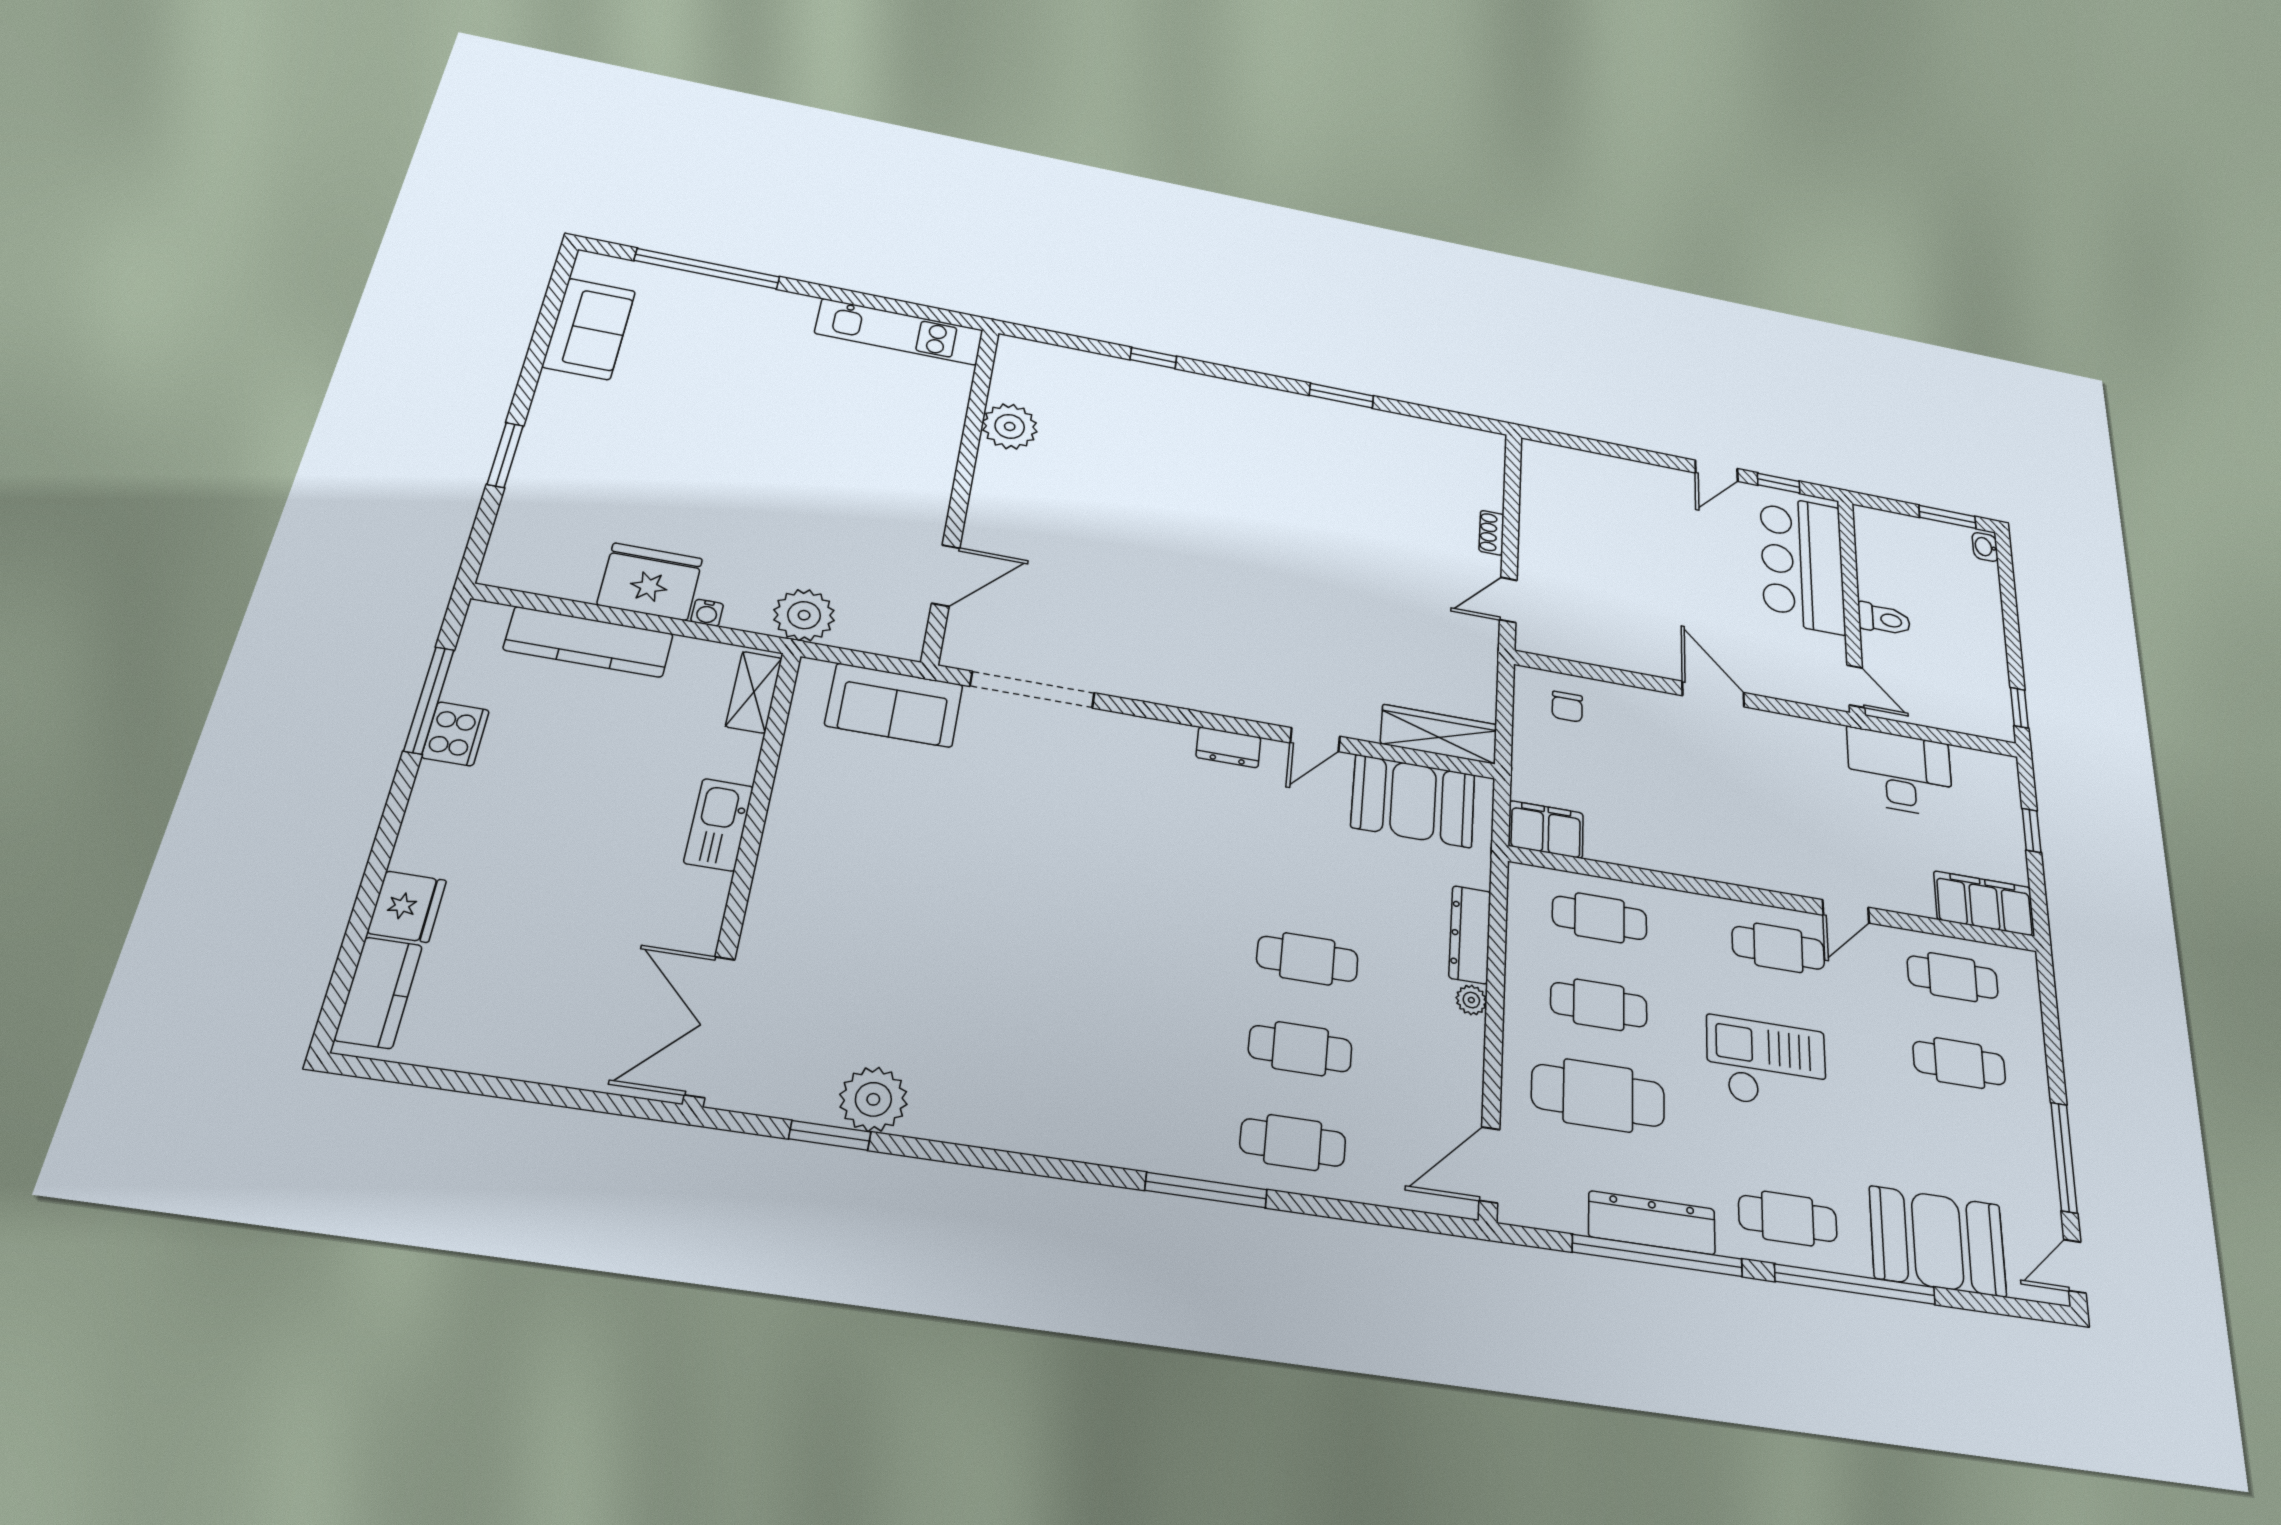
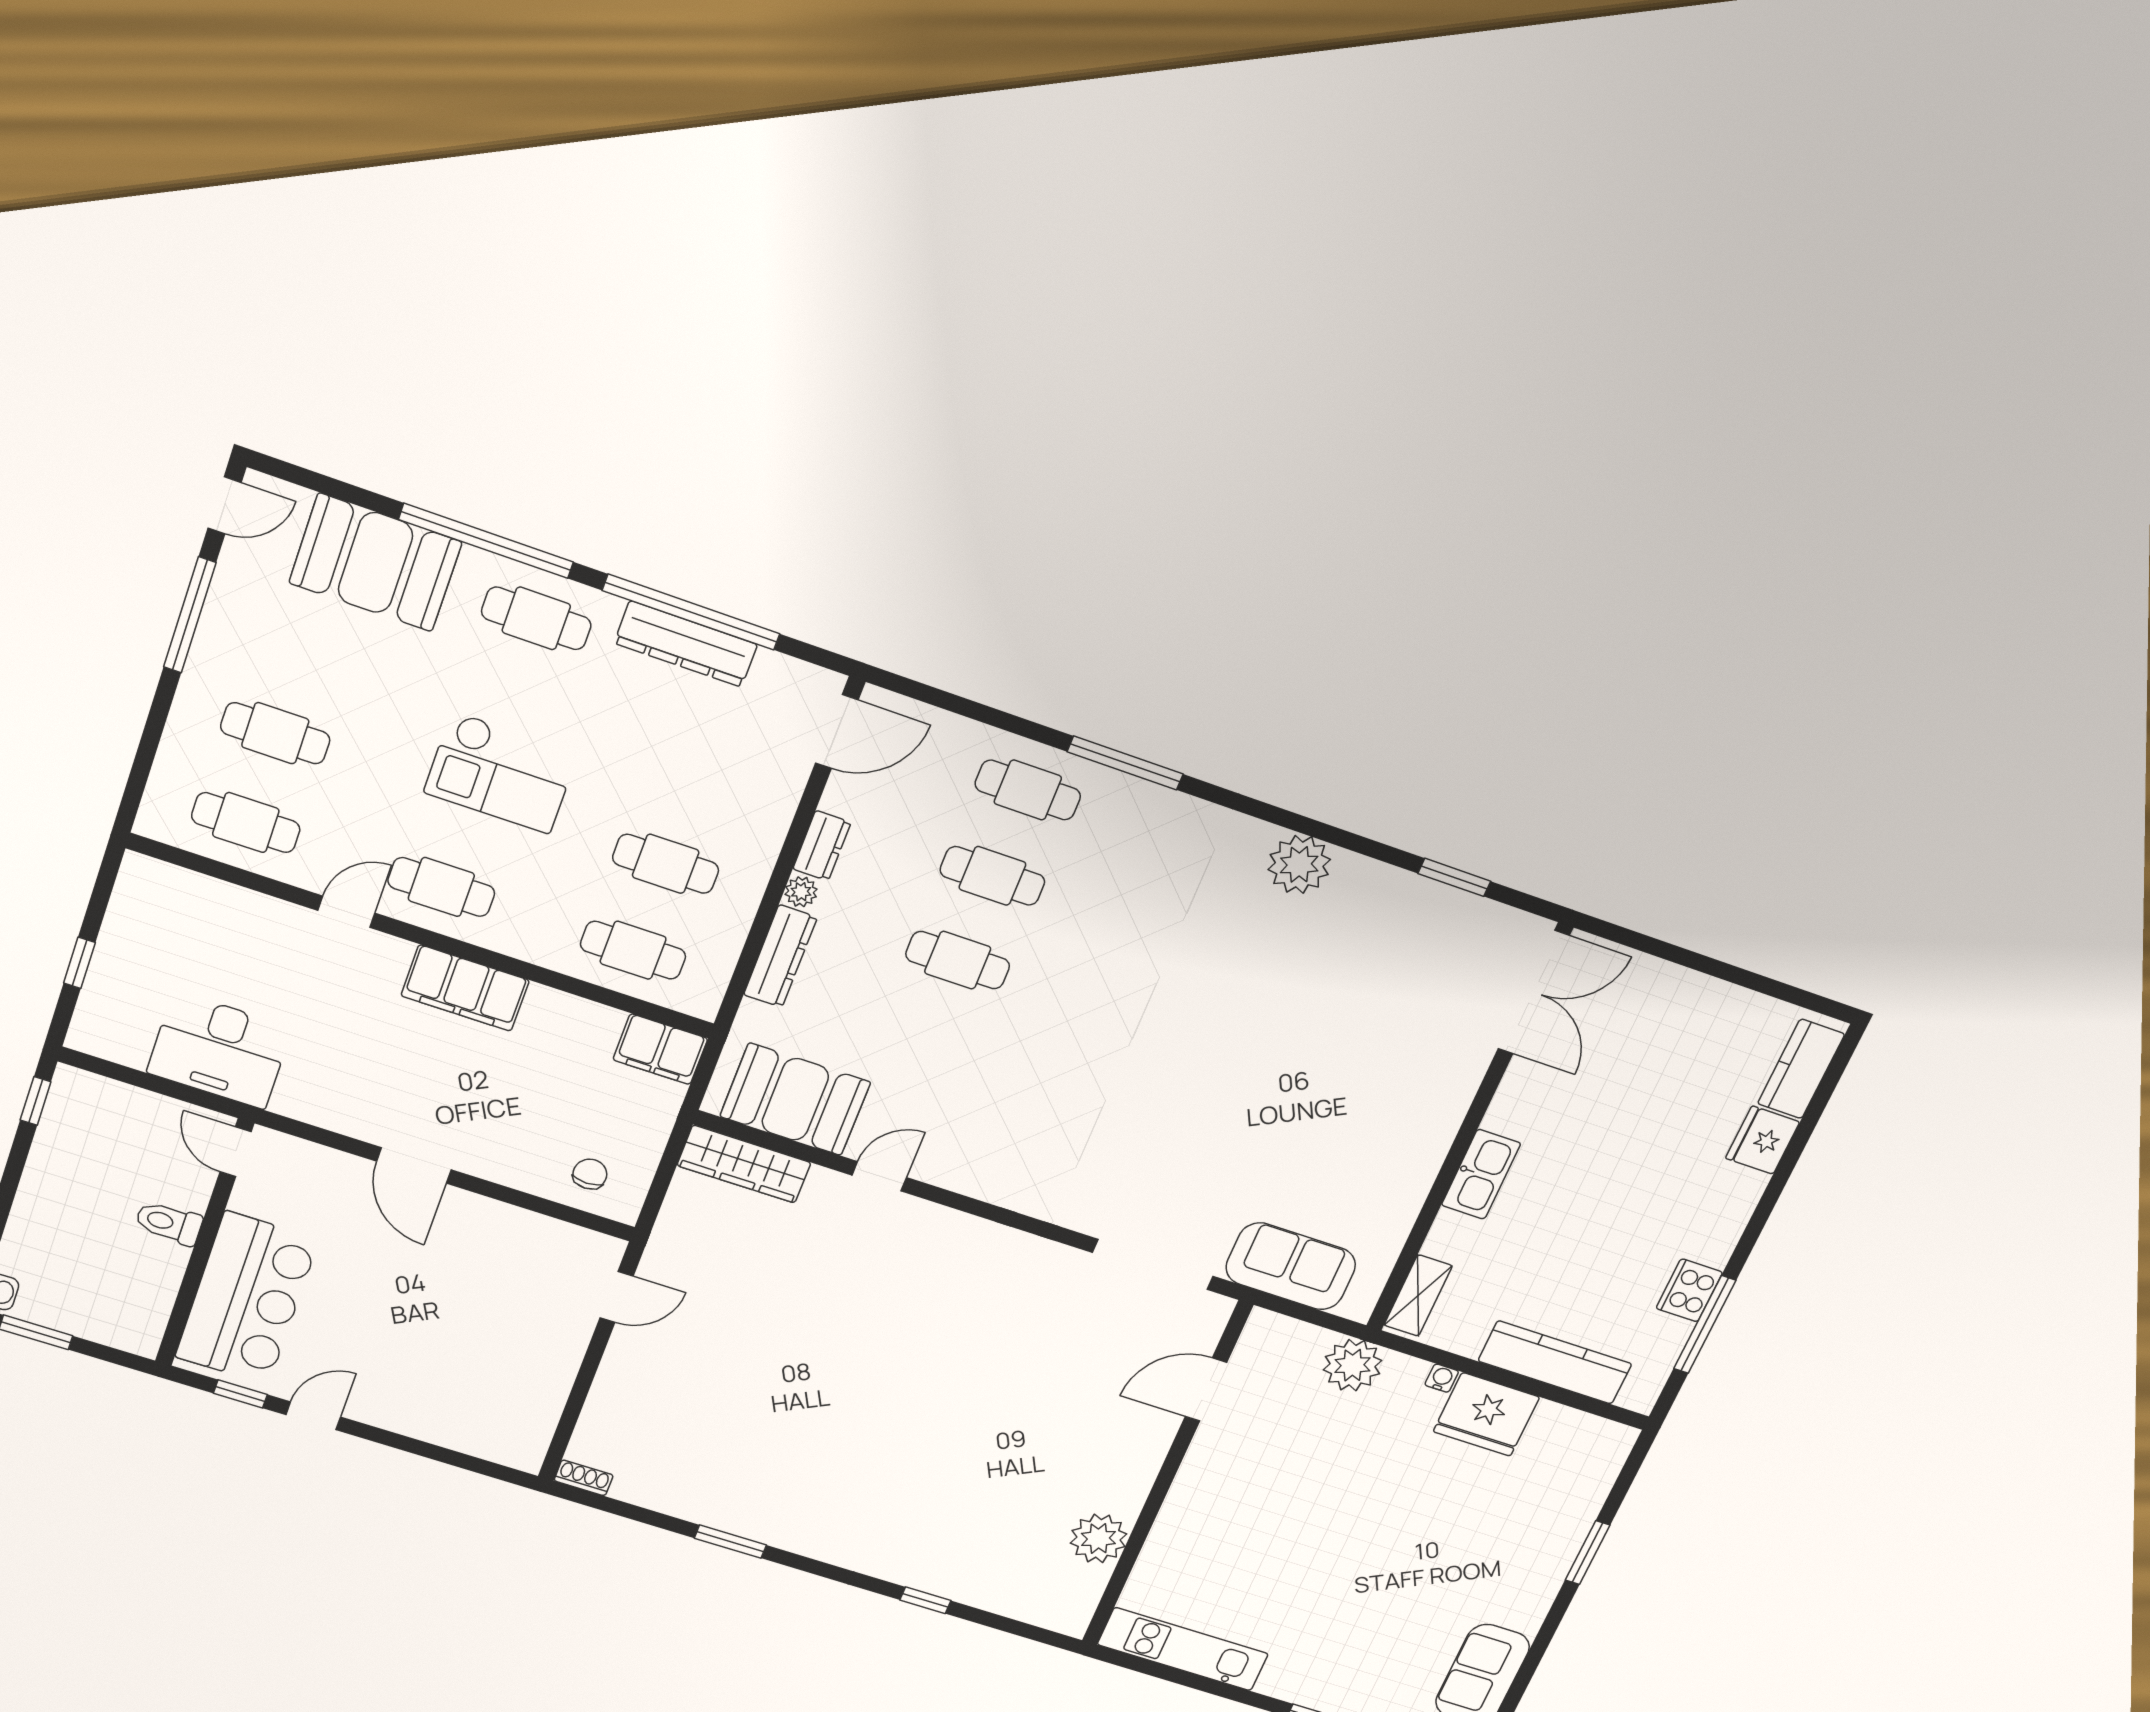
shoe rack: (1492, 533) -> (584, 1478), moved, turned -90
dresser: (1228, 747) -> (822, 846), moved, turned 90
filing cabinet: (1984, 903) -> (465, 988), moved
cafe table: (1598, 1095) -> (699, 776), removed
plant: (873, 1099) -> (1299, 864), moved

